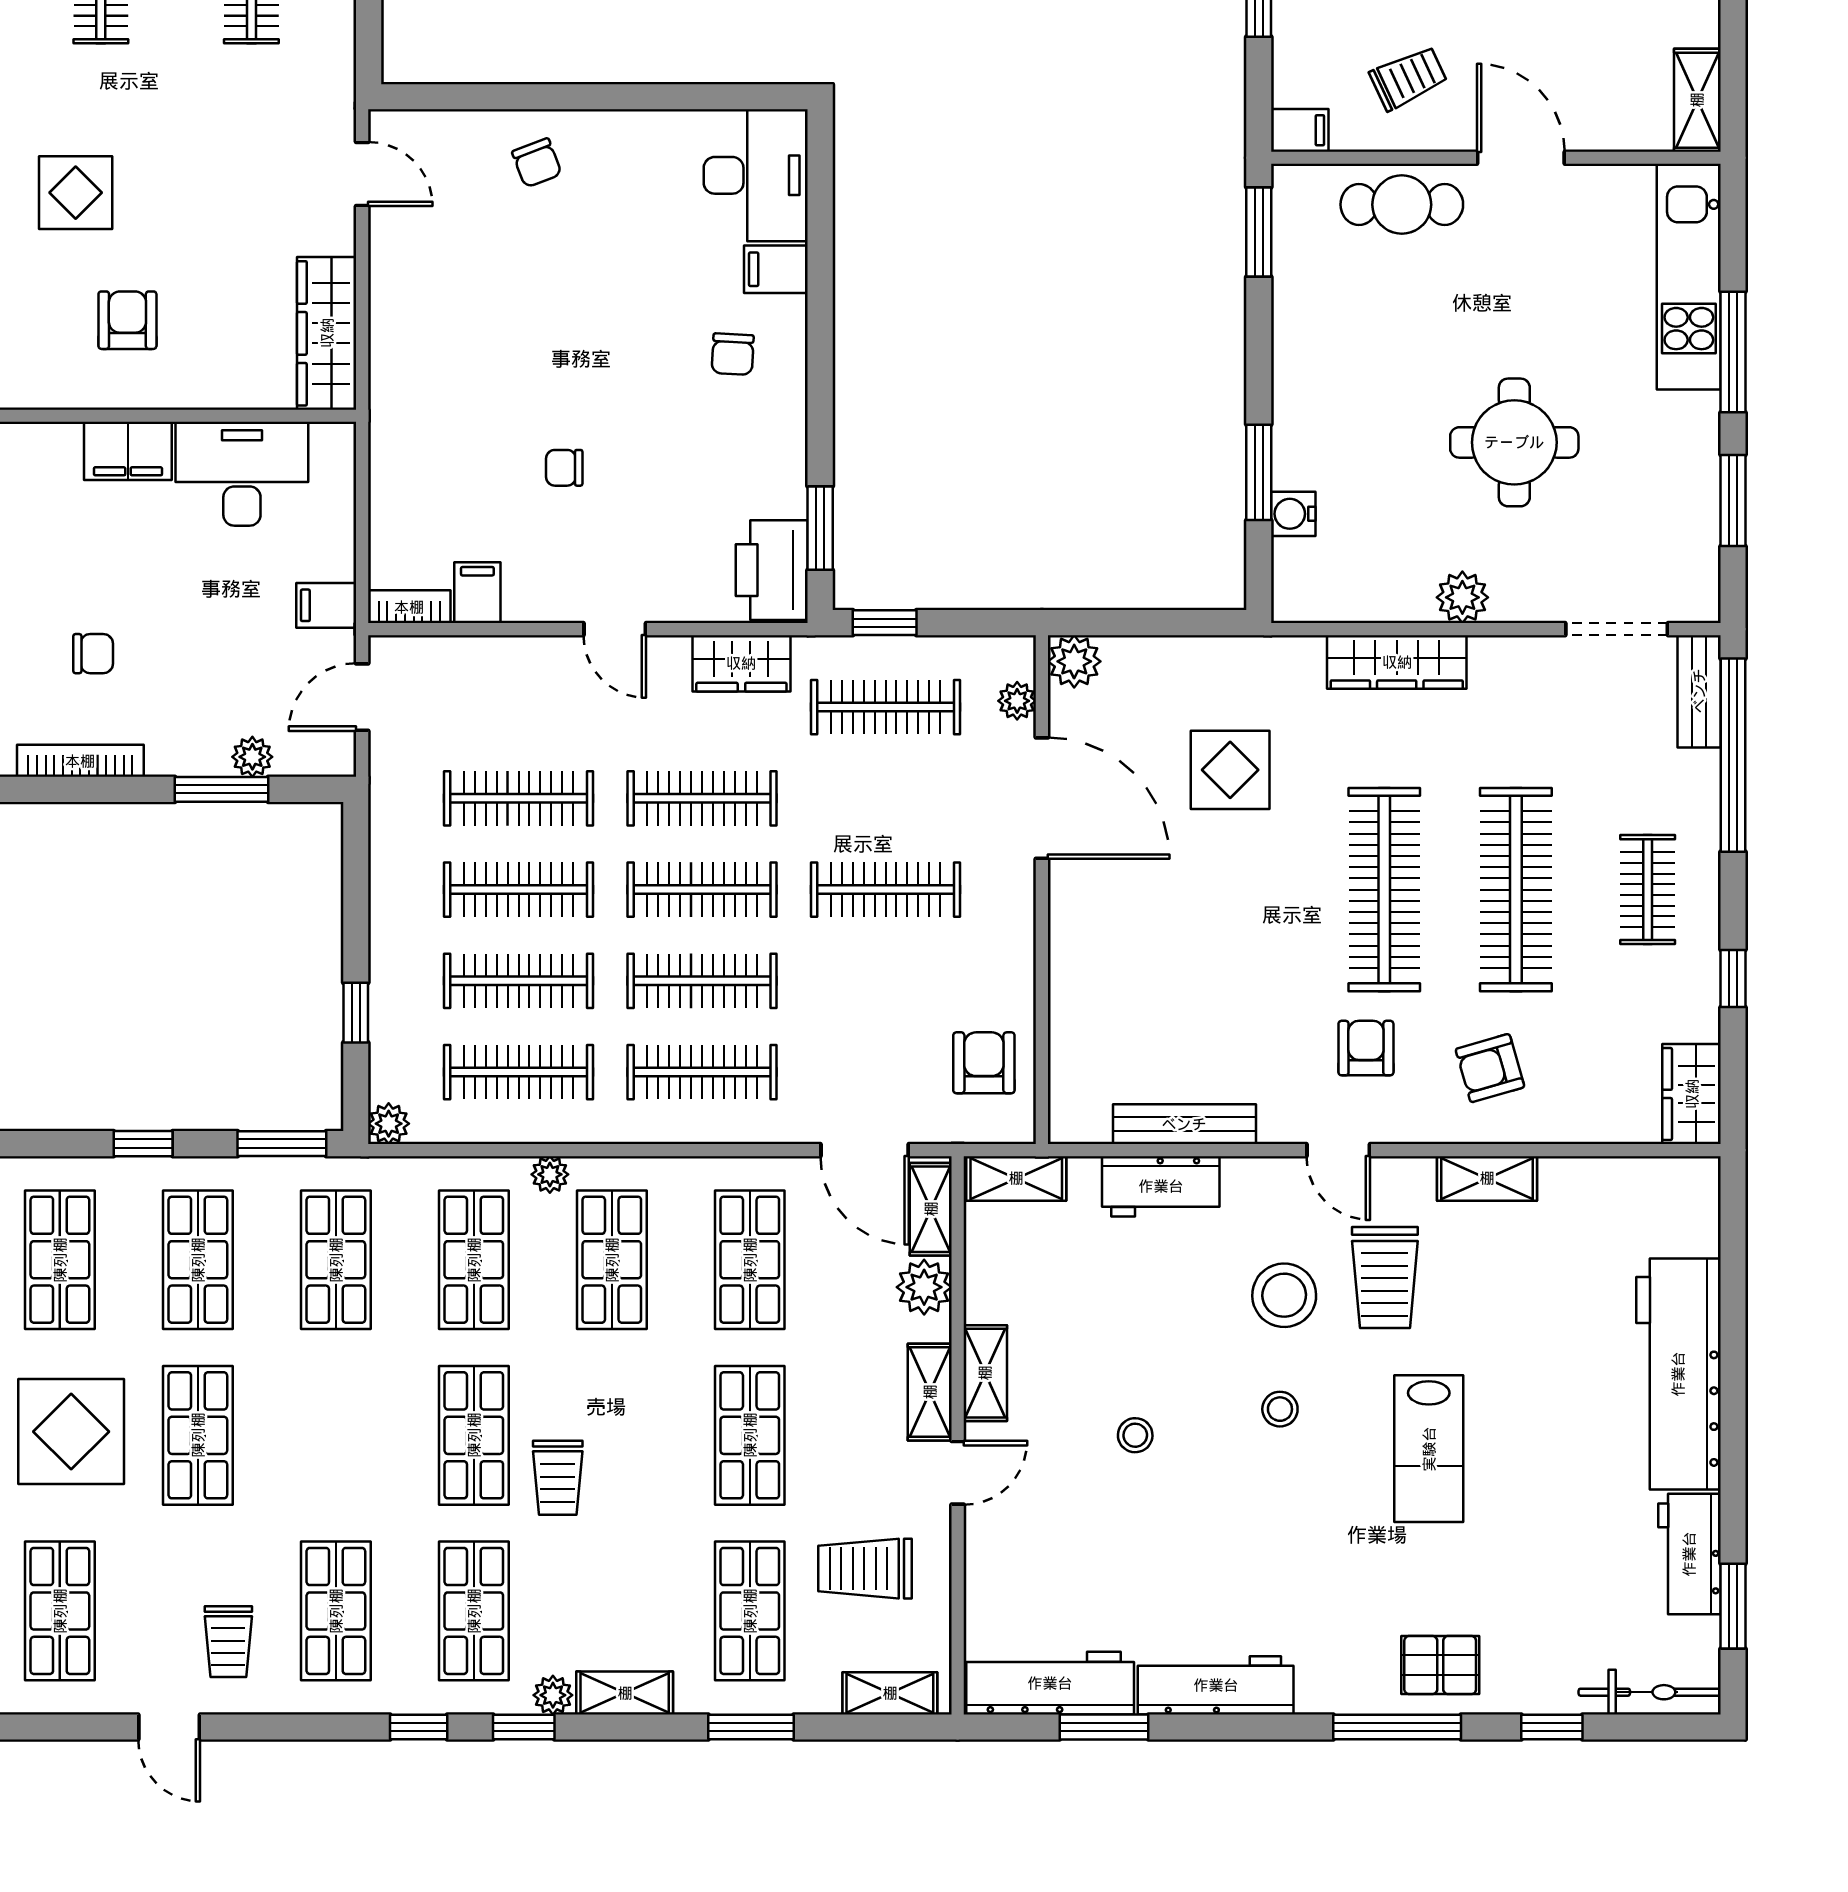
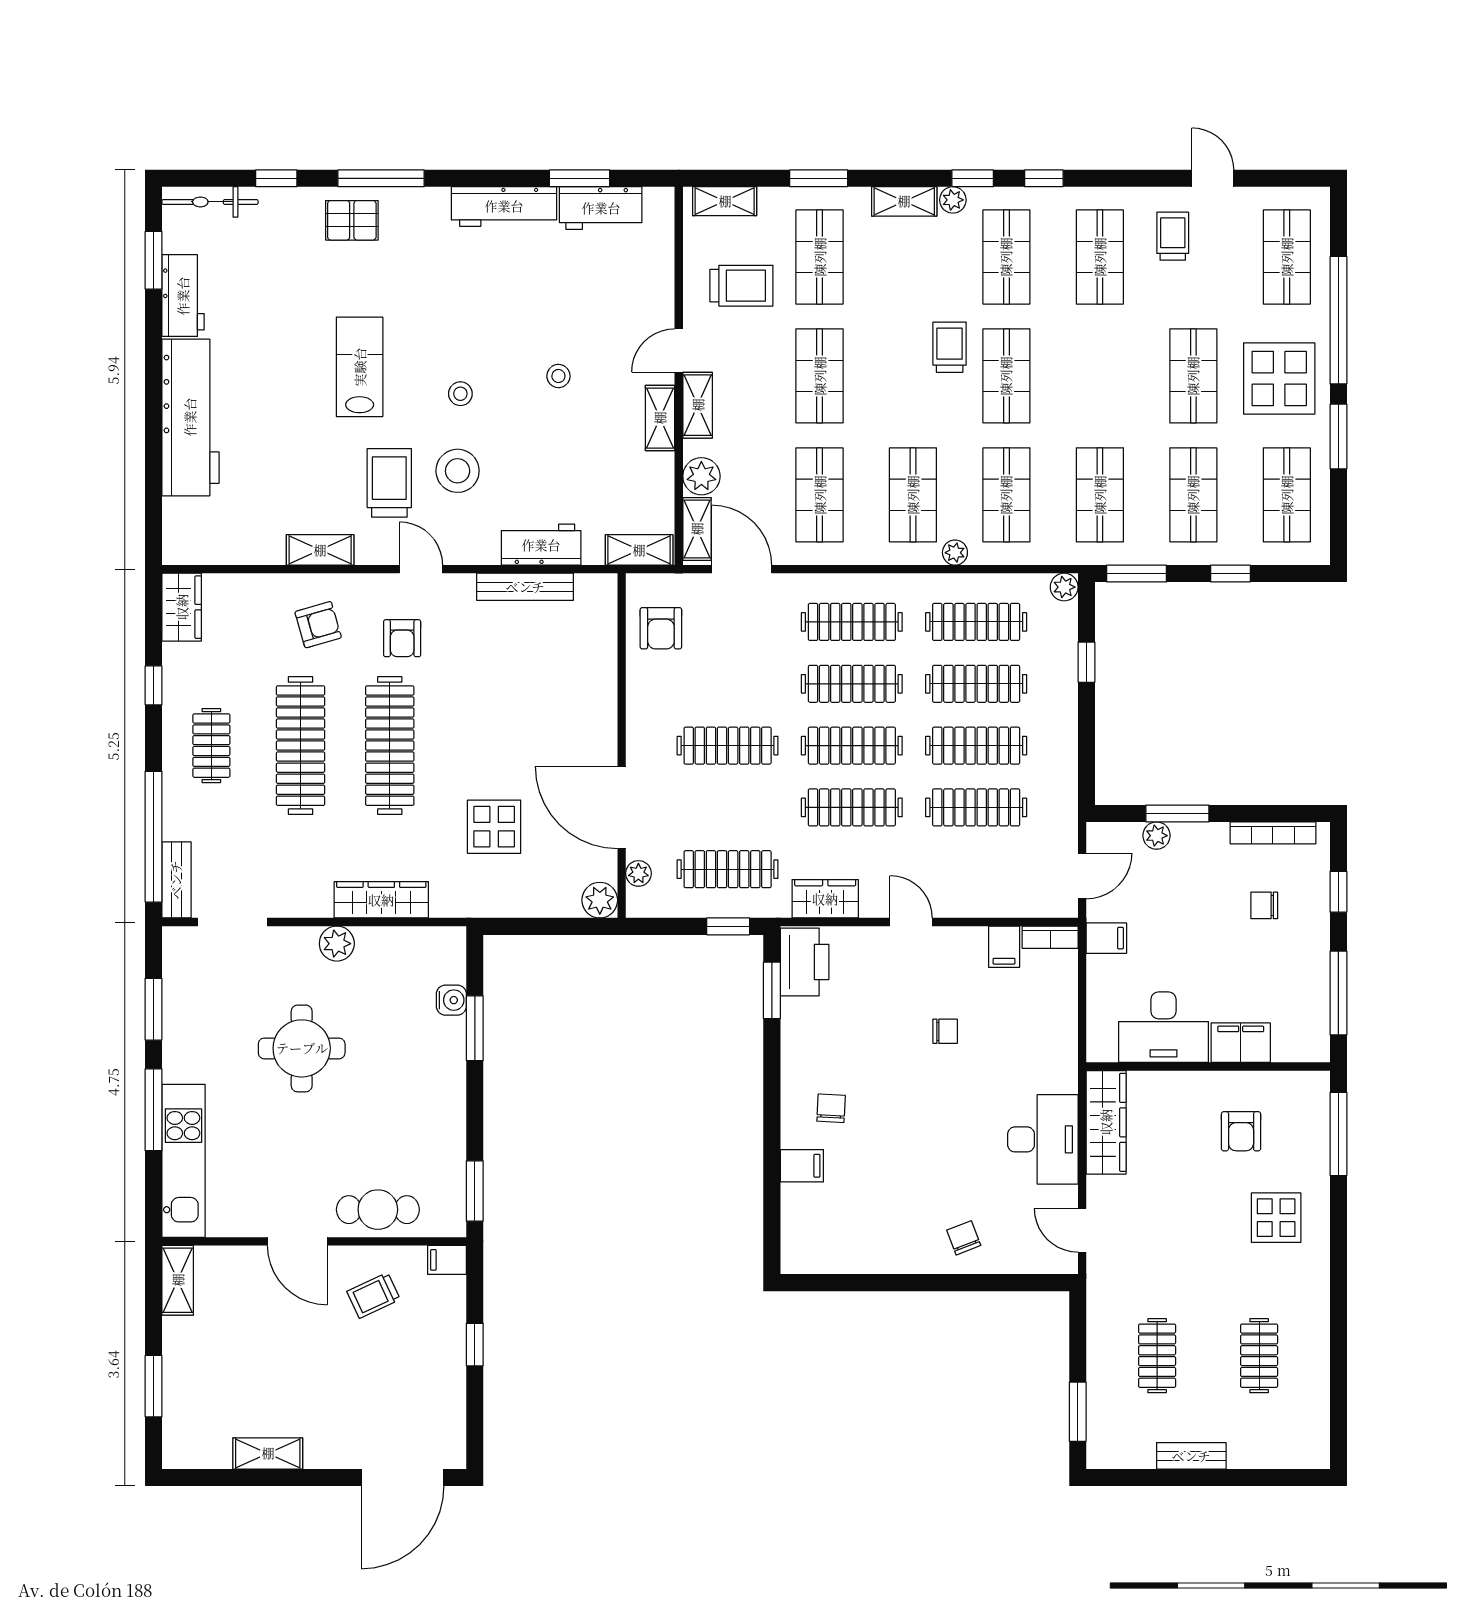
desk: (756, 175) -> (1043, 1139), moved, turned 180
workbench: (1050, 1683) -> (601, 208), width x0.73

